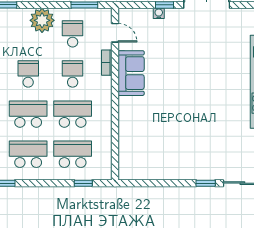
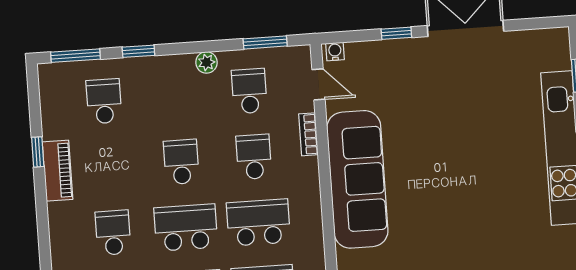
water cooler: (159, 13) -> (335, 51), moved
plant: (42, 20) -> (207, 62), width x0.53, depth x0.53
sofa: (131, 73) -> (357, 179), width x1.85, depth x1.27

